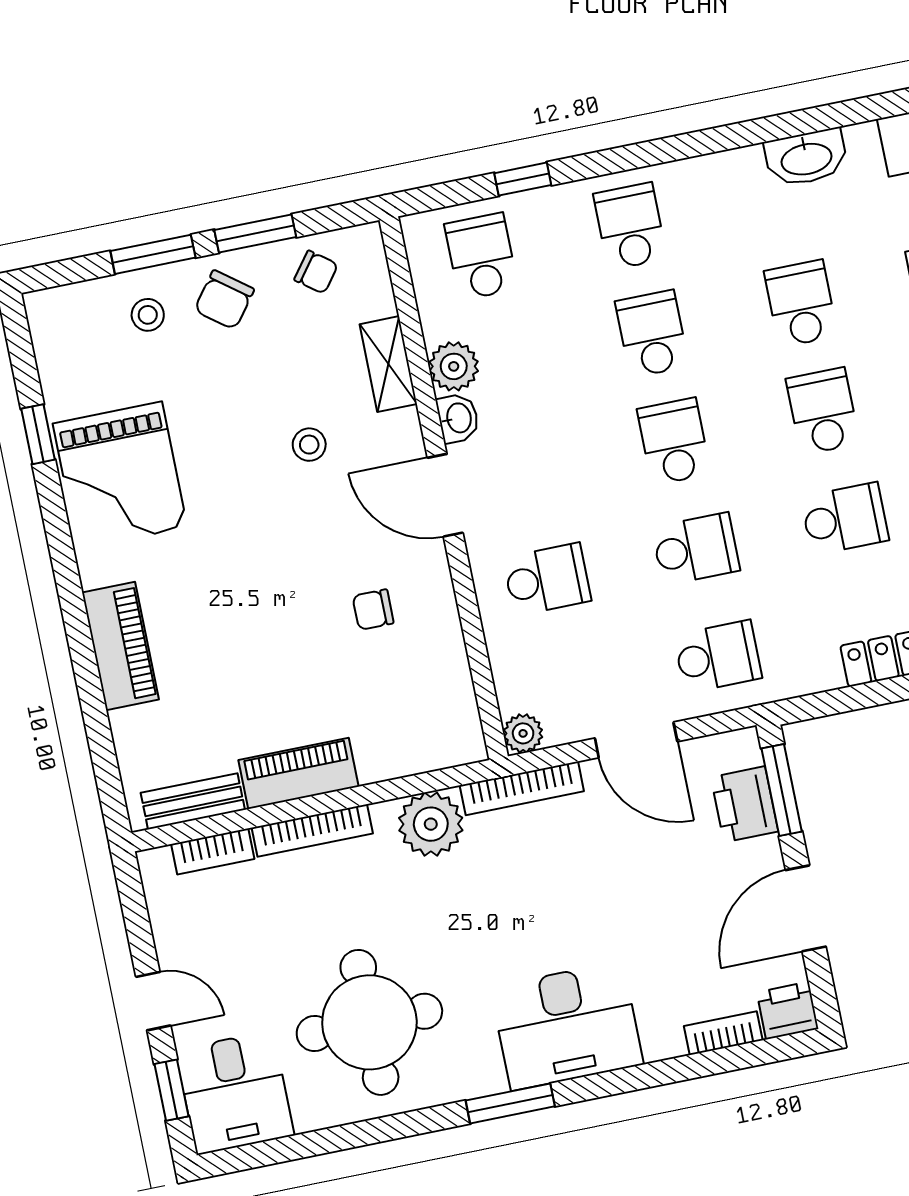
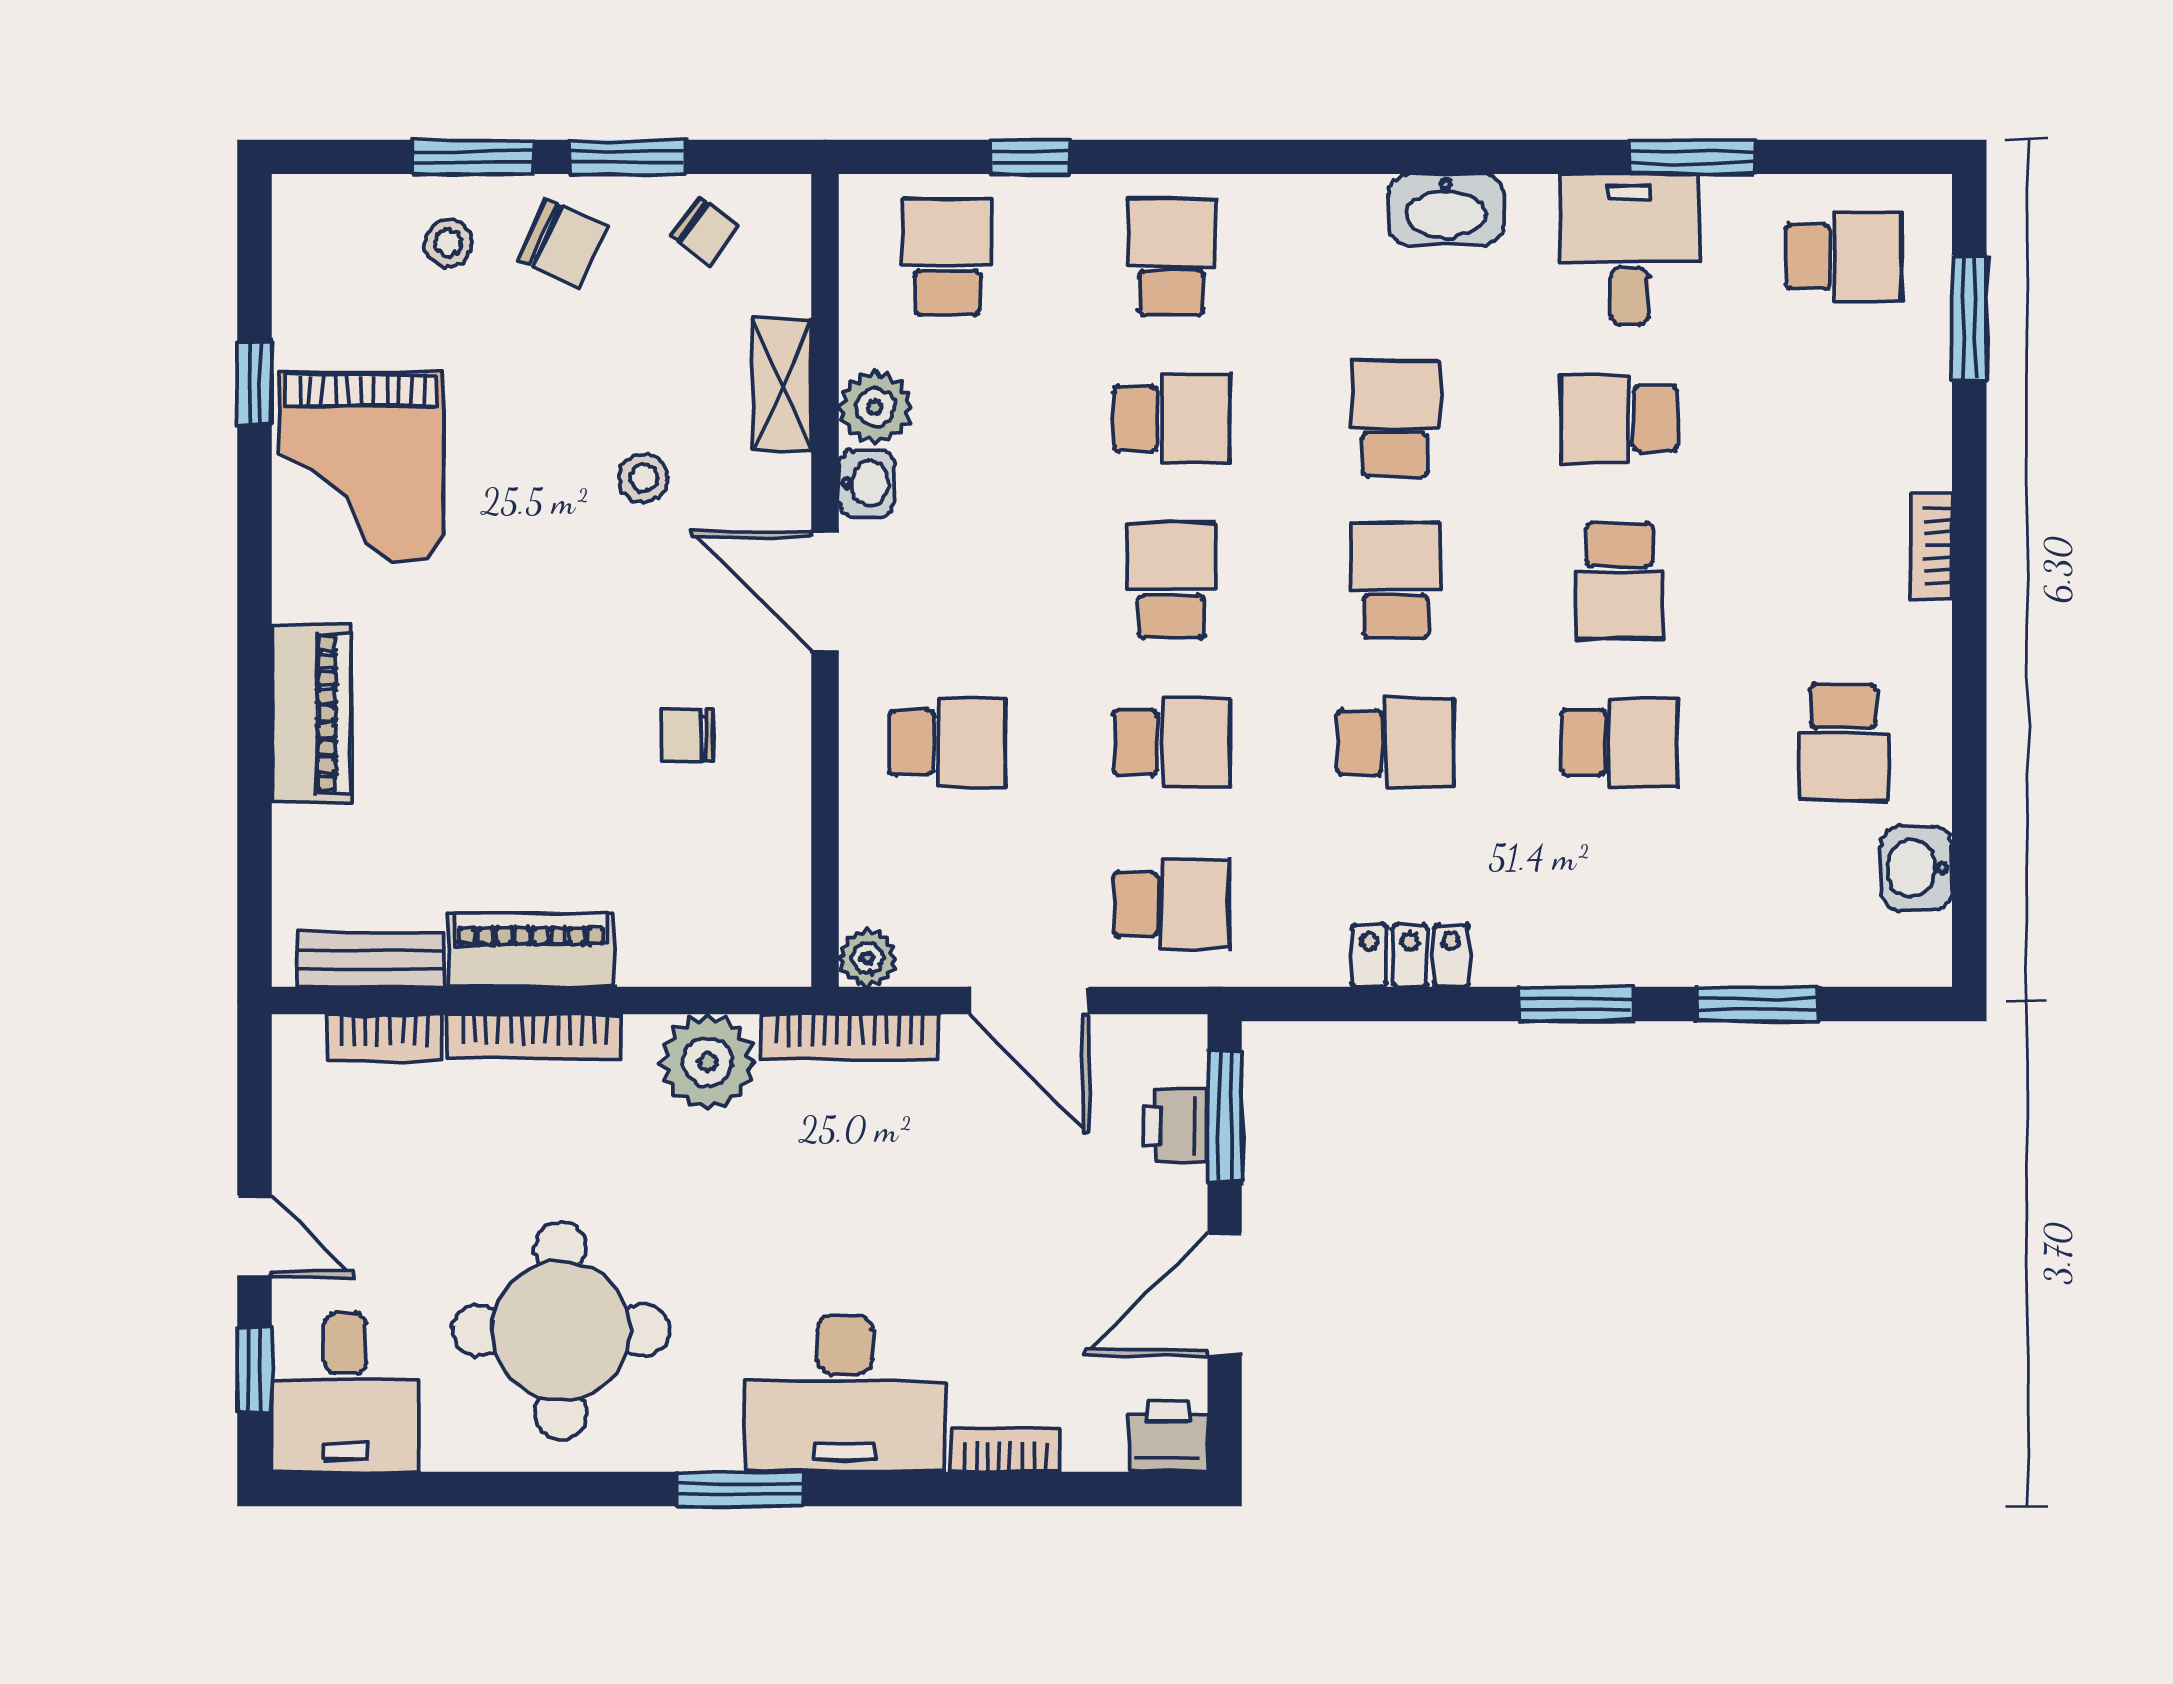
chair: (224, 300) -> (563, 244), turned -102
school desk: (652, 334) -> (1171, 419), turned 90
printer: (745, 804) -> (1175, 1126), width x0.73, depth x0.81
bookcase: (723, 1033) -> (1005, 1450), moved

